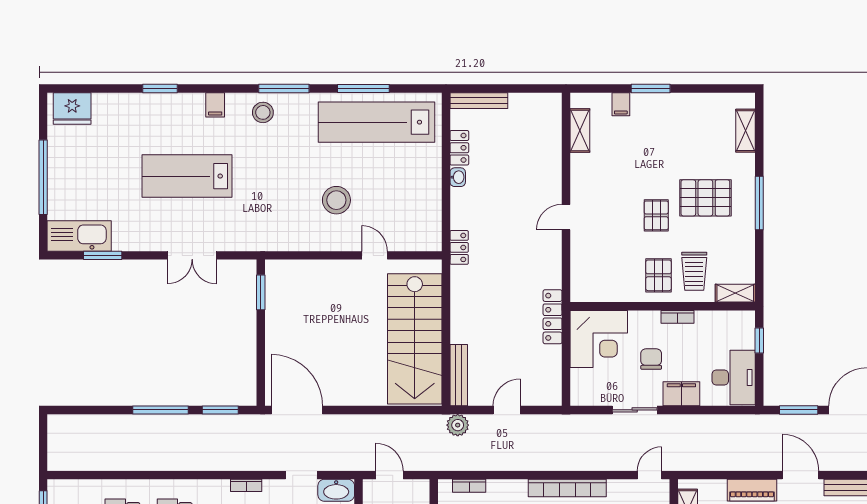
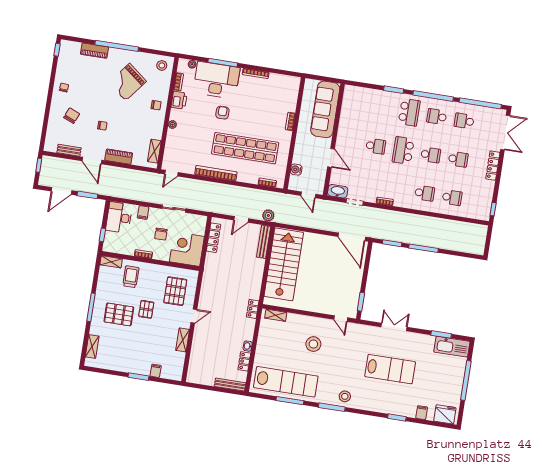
filing cabinet: (215, 105) -> (422, 413), moved
shelving: (580, 131) -> (183, 340), moved
shelving: (415, 242) -> (276, 315), added
door: (375, 255) -> (341, 319), moved
pallet: (658, 275) -> (175, 291), moved, width x1.50, depth x1.42
locker: (553, 317) -> (214, 238), moved
filing cabinet: (681, 394) -> (143, 213), width x0.50

